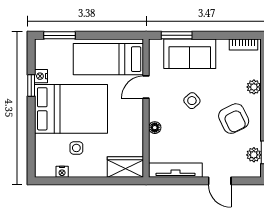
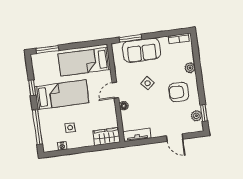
nightstand: (41, 76) -> (38, 80), removed
door: (146, 87) -> (115, 90), moved
bed: (71, 109) -> (62, 95), width x0.67
armchair: (234, 119) -> (179, 92), turned 116
window: (31, 141) -> (37, 127), added
tv unit: (175, 170) -> (137, 135), width x0.71

